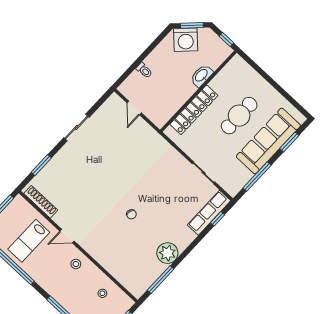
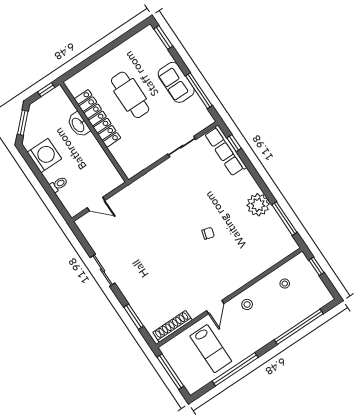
washing machine: (186, 40) -> (44, 155), moved, turned -45
locker: (194, 110) -> (97, 118), moved
sofa: (268, 141) -> (176, 82), width x0.54, depth x0.79
window: (289, 142) -> (163, 37), moved

